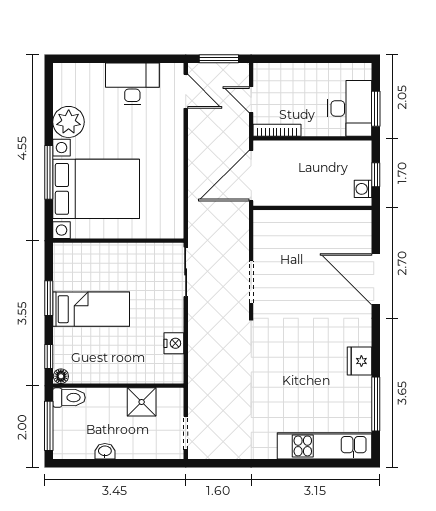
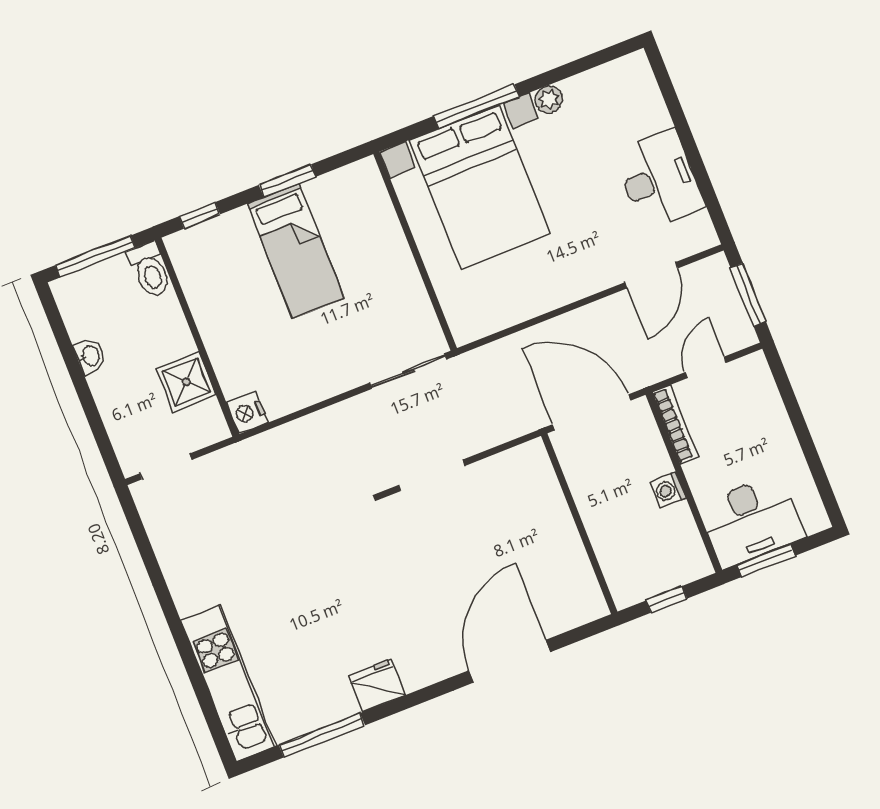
door: (186, 91) -> (651, 275), moved
plant: (69, 122) -> (549, 99), width x0.53, depth x0.53
washing machine: (363, 189) -> (668, 490), moved, turned -90
nightstand: (174, 343) -> (247, 412), moved, turned 90
floor lamp: (61, 376) -> (177, 245), removed

